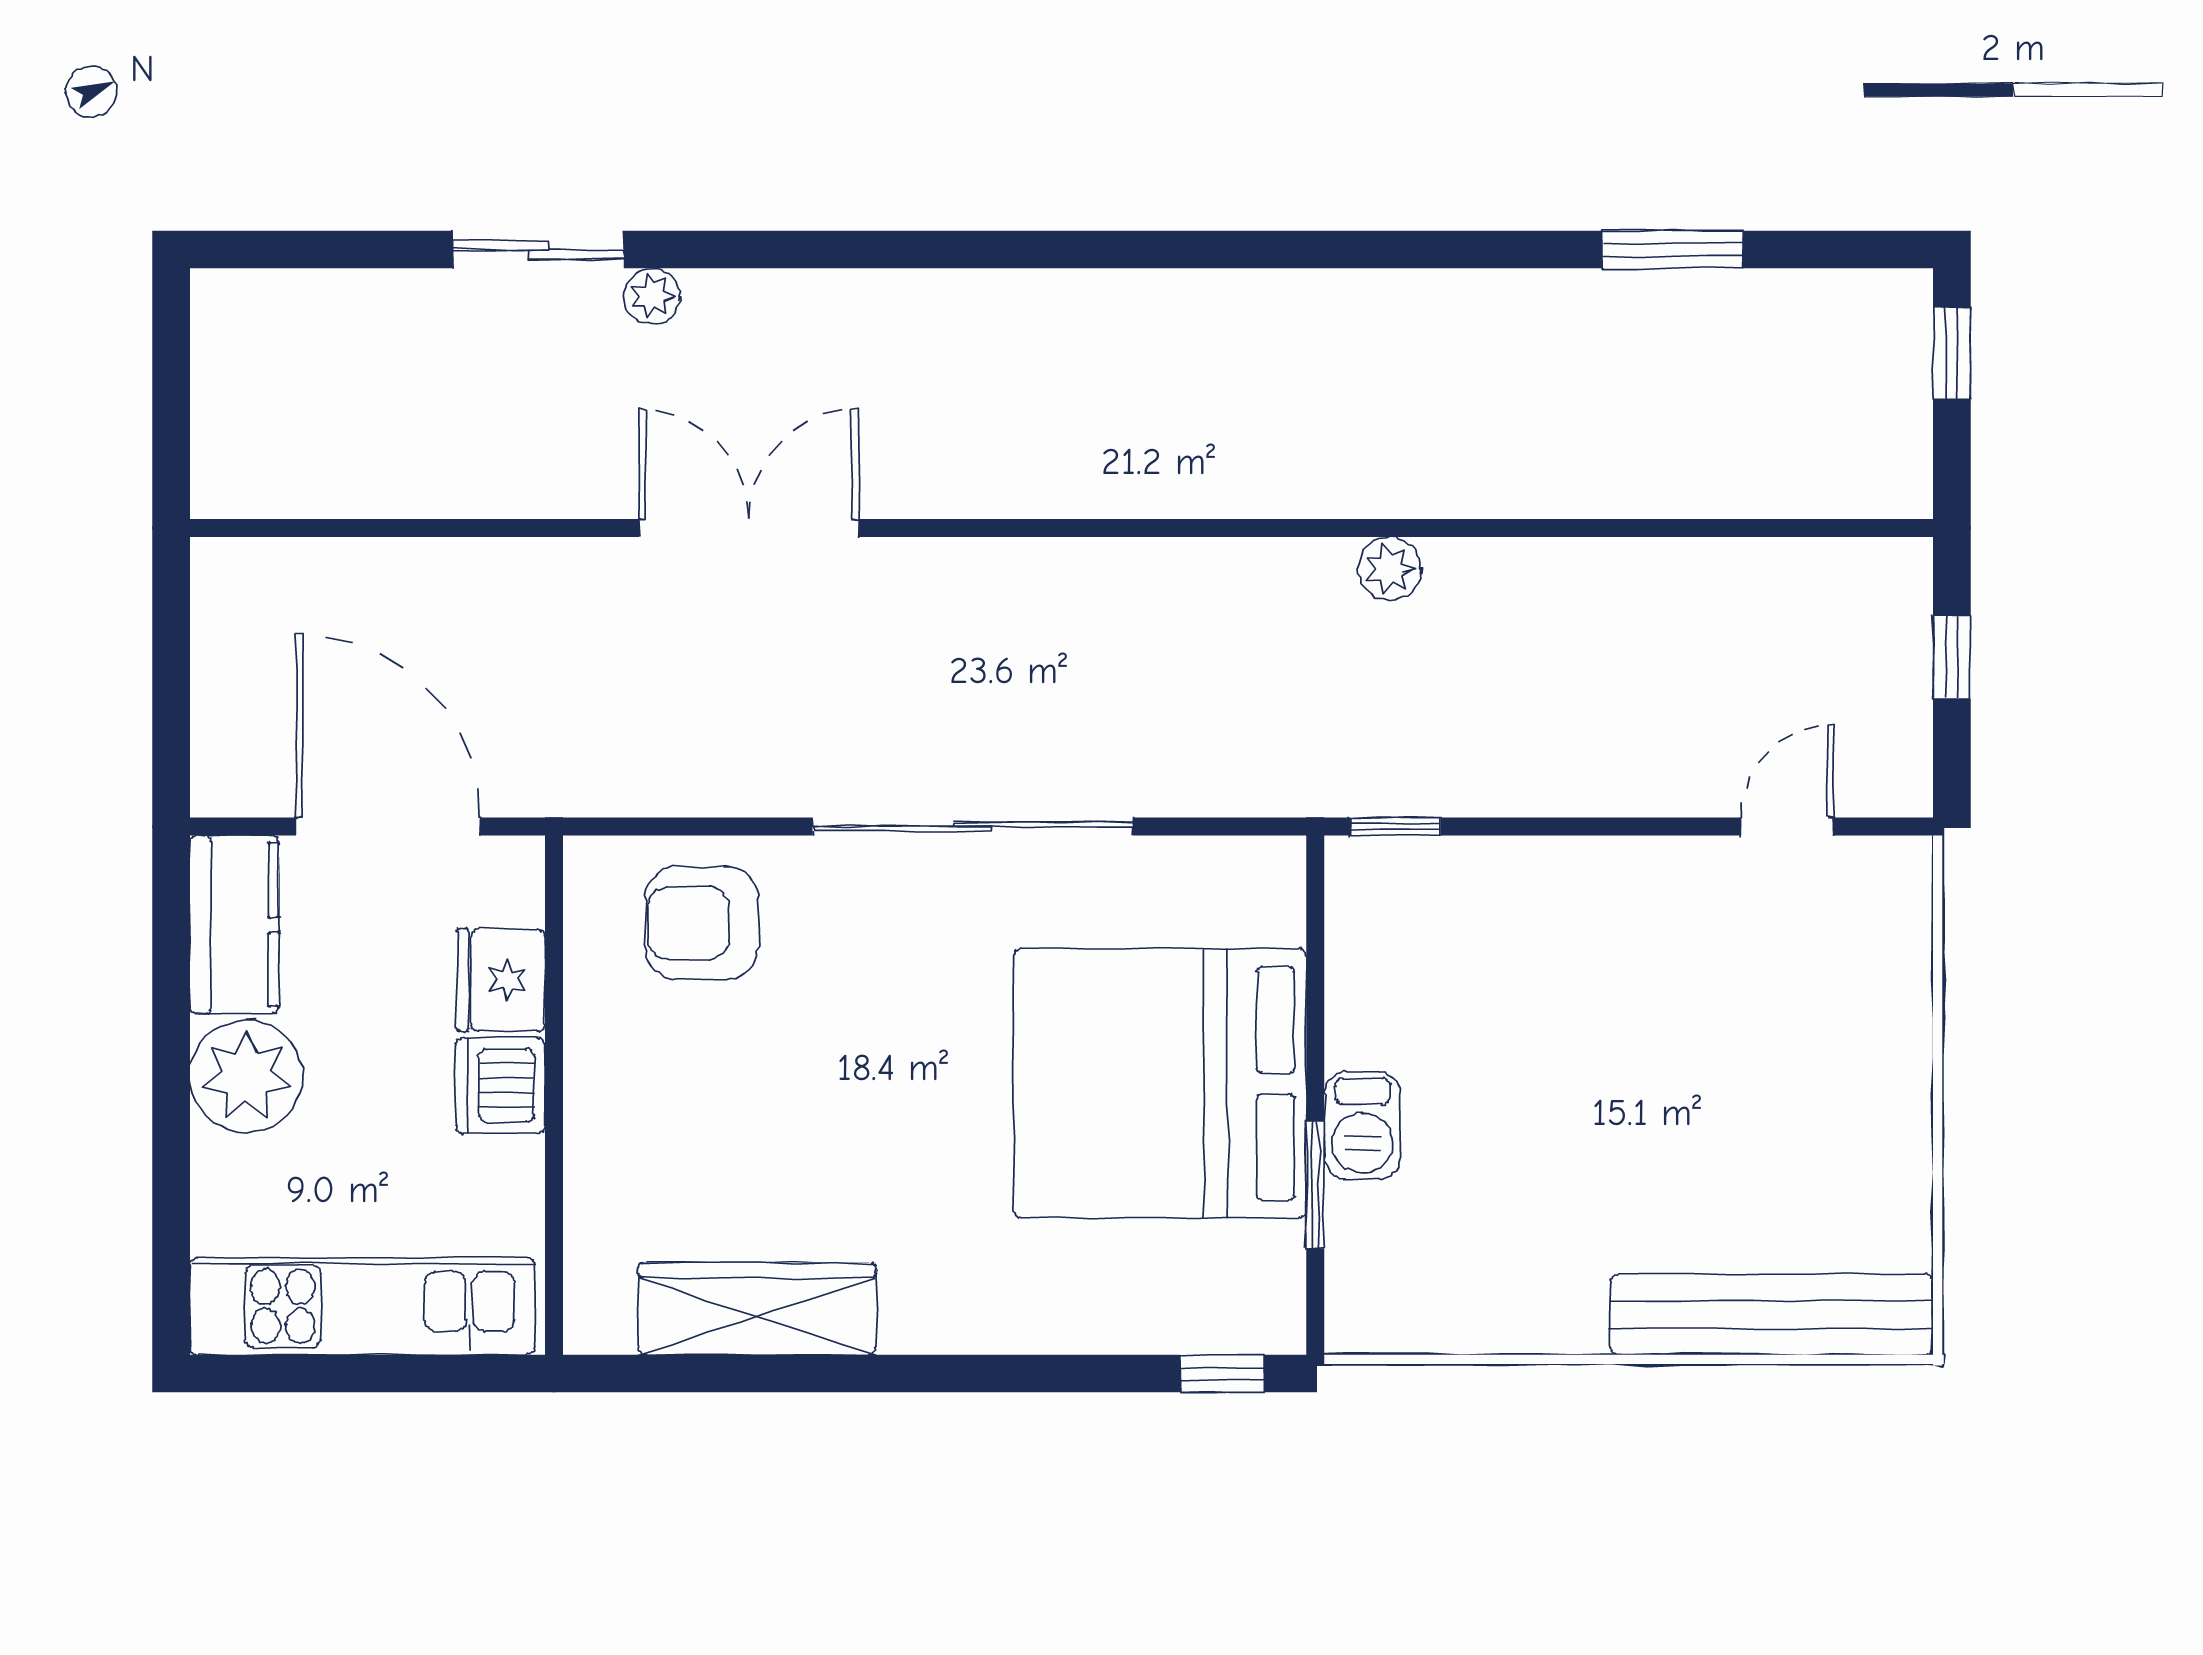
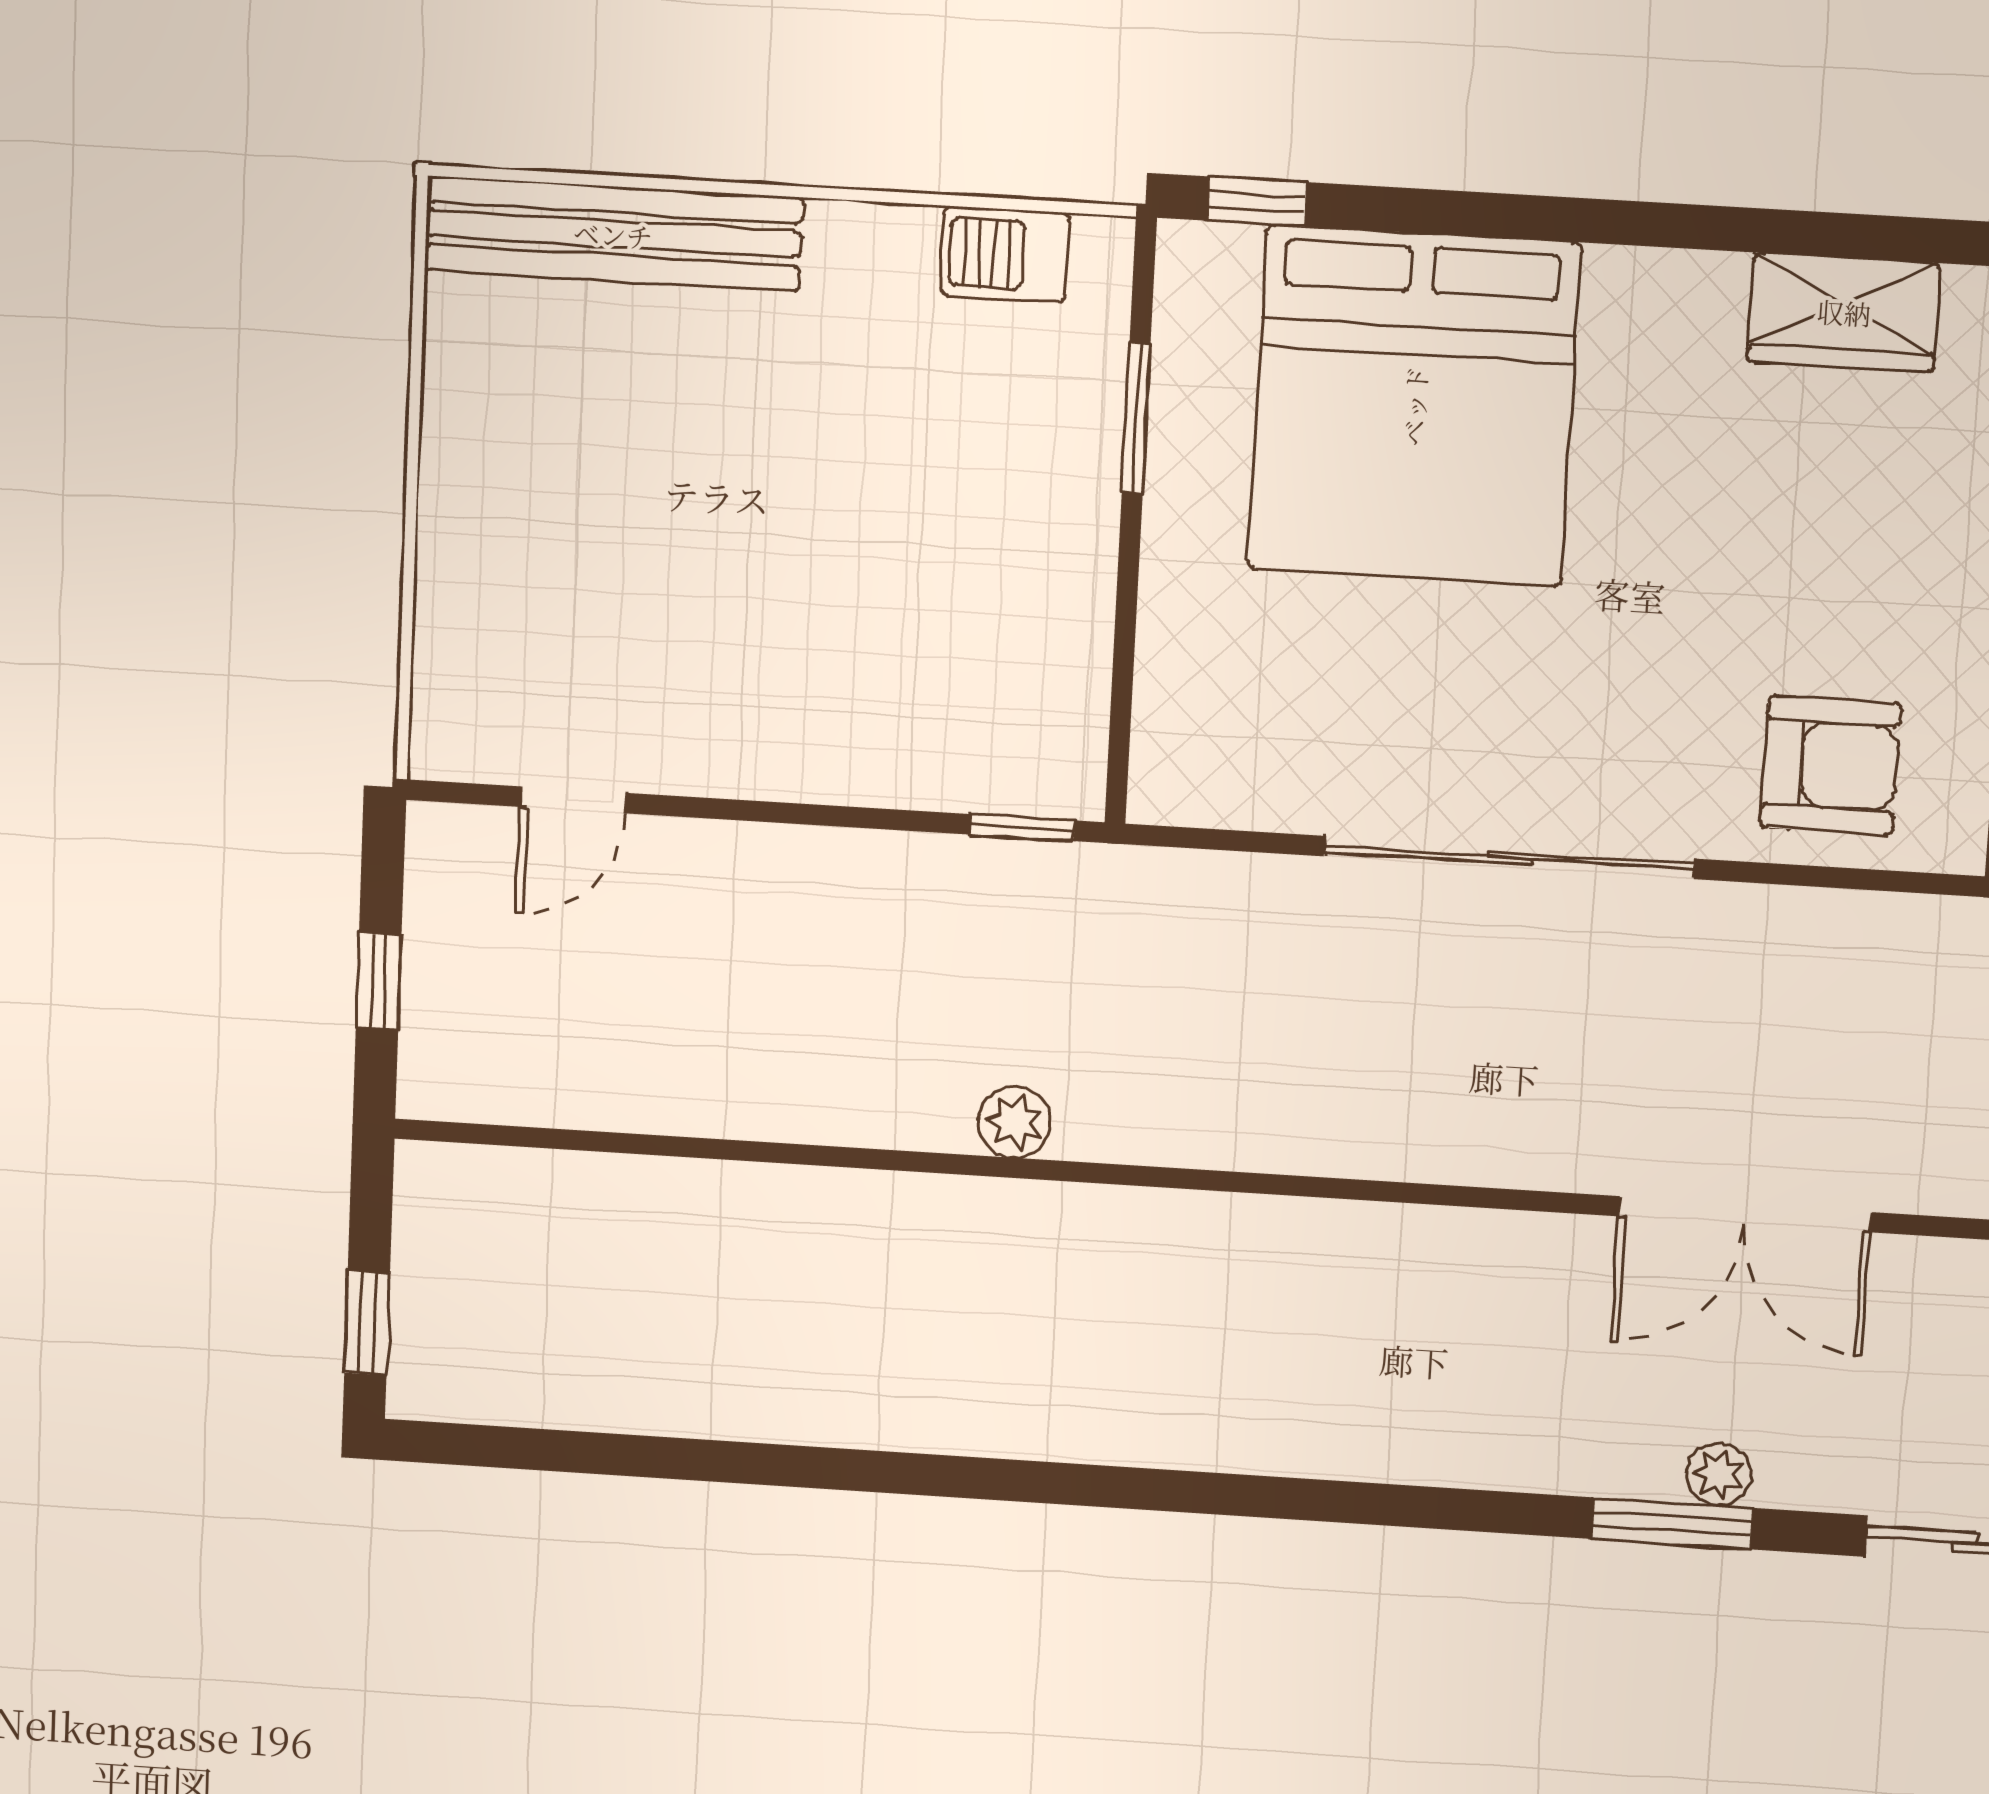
window: (1672, 250) -> (1672, 1523), moved
plant: (652, 296) -> (1719, 1474), moved
bed: (1160, 1083) -> (1414, 406), moved, turned 90
barbecue: (1362, 1126) -> (1005, 254), moved, turned -90
wardrobe: (757, 1309) -> (1844, 312), width x0.67

